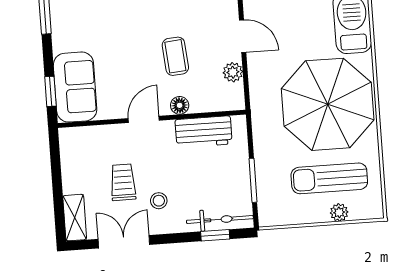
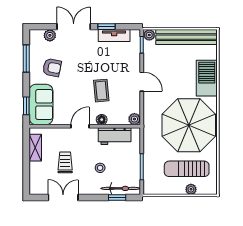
armchair: (89, 23) -> (52, 68), added
plant: (233, 72) -> (134, 119), moved
stool: (159, 201) -> (100, 168), moved
shelving: (75, 218) -> (35, 148), moved

